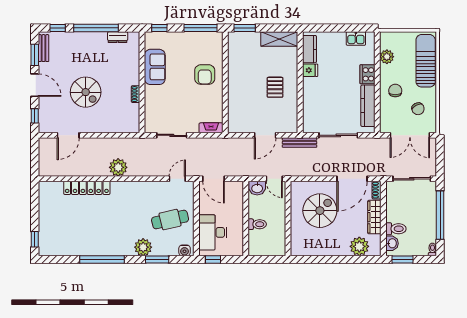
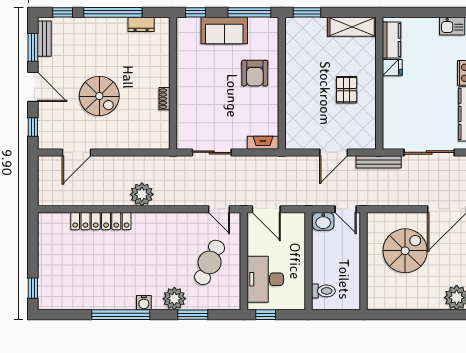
sofa: (155, 67) -> (224, 30), moved, turned 90
door: (177, 179) -> (219, 209), swing flipped
cafe table: (170, 220) -> (210, 262), turned -52
toilet: (257, 224) -> (323, 291), moved
water cooler: (185, 250) -> (144, 303), moved

